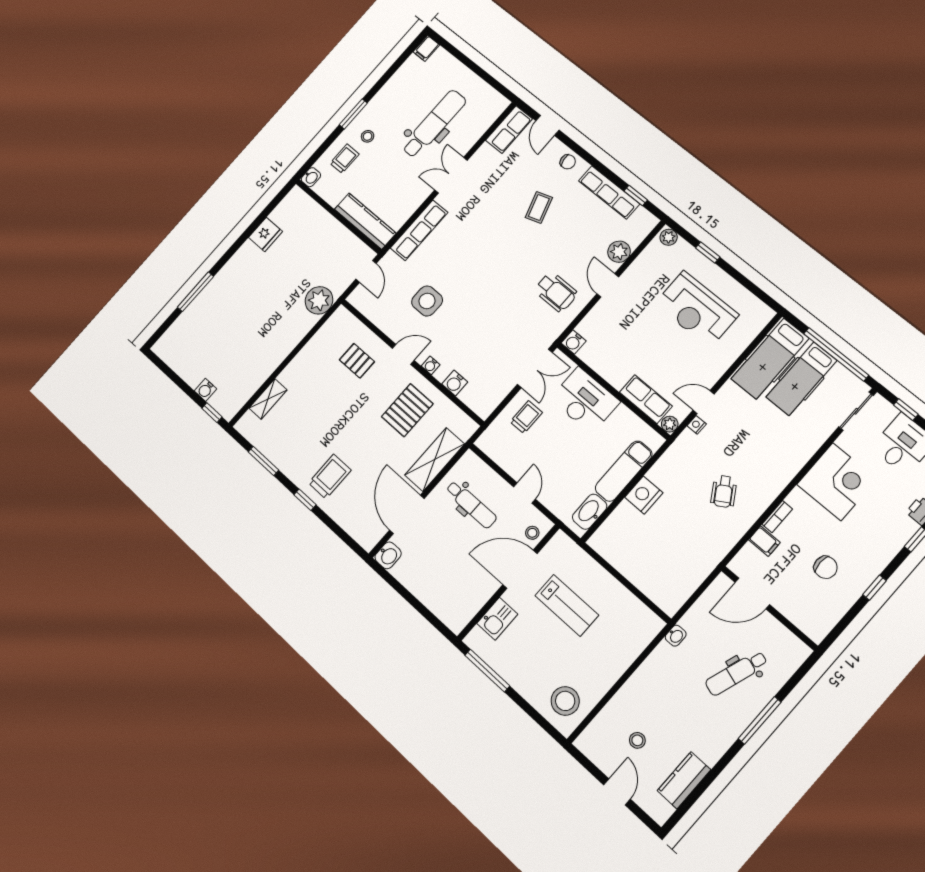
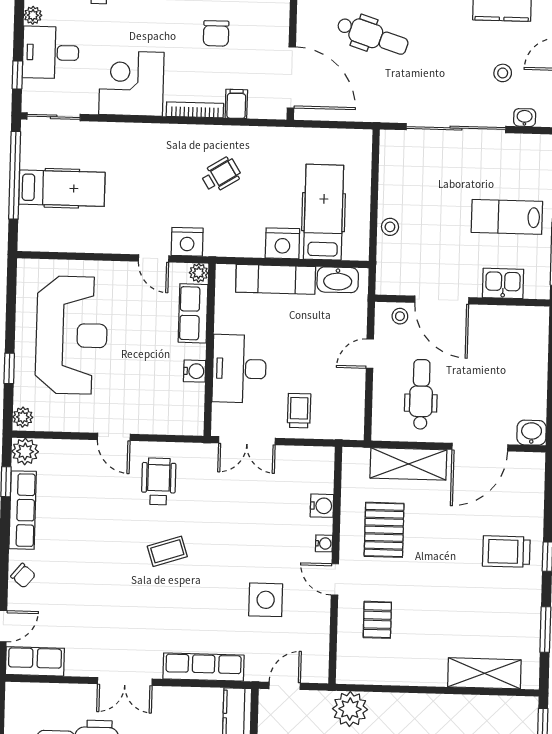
chair: (568, 162) -> (23, 576), turned 140
coffee table: (539, 207) -> (167, 551), moved
plant: (619, 252) -> (25, 451), moved
door: (608, 285) -> (114, 437), hinge flipped
reception desk: (697, 309) -> (72, 335), width x1.36, depth x1.30
water cooler: (574, 342) -> (195, 371), moved
hospital bed: (770, 359) -> (324, 212), moved, turned -90
double door: (535, 368) -> (247, 441), swing flipped
shelving: (268, 399) -> (484, 673), width x1.50, depth x1.33
pallet: (407, 410) -> (384, 530), turned 90
trolley: (526, 417) -> (299, 411), turned 90
nightstand: (697, 425) -> (187, 242), width x1.89, depth x1.79
bookcase: (777, 517) -> (195, 110), width x1.56
chair: (826, 567) -> (216, 33), turned 180
door: (752, 594) -> (291, 77), width x1.36
lab bench: (567, 605) -> (507, 217), moved, turned -90
washbasin: (676, 636) -> (525, 118), moved
sliding door: (626, 676) -> (456, 128), added
stool: (565, 701) -> (390, 227), moved, width x0.53, depth x0.53

